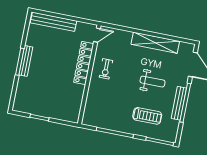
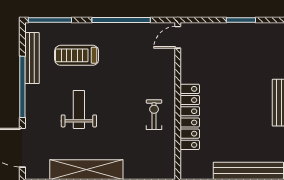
door: (97, 35) -> (178, 37), moved
weight bench: (153, 82) -> (79, 109), turned 90
bench: (179, 103) -> (32, 58), moved

